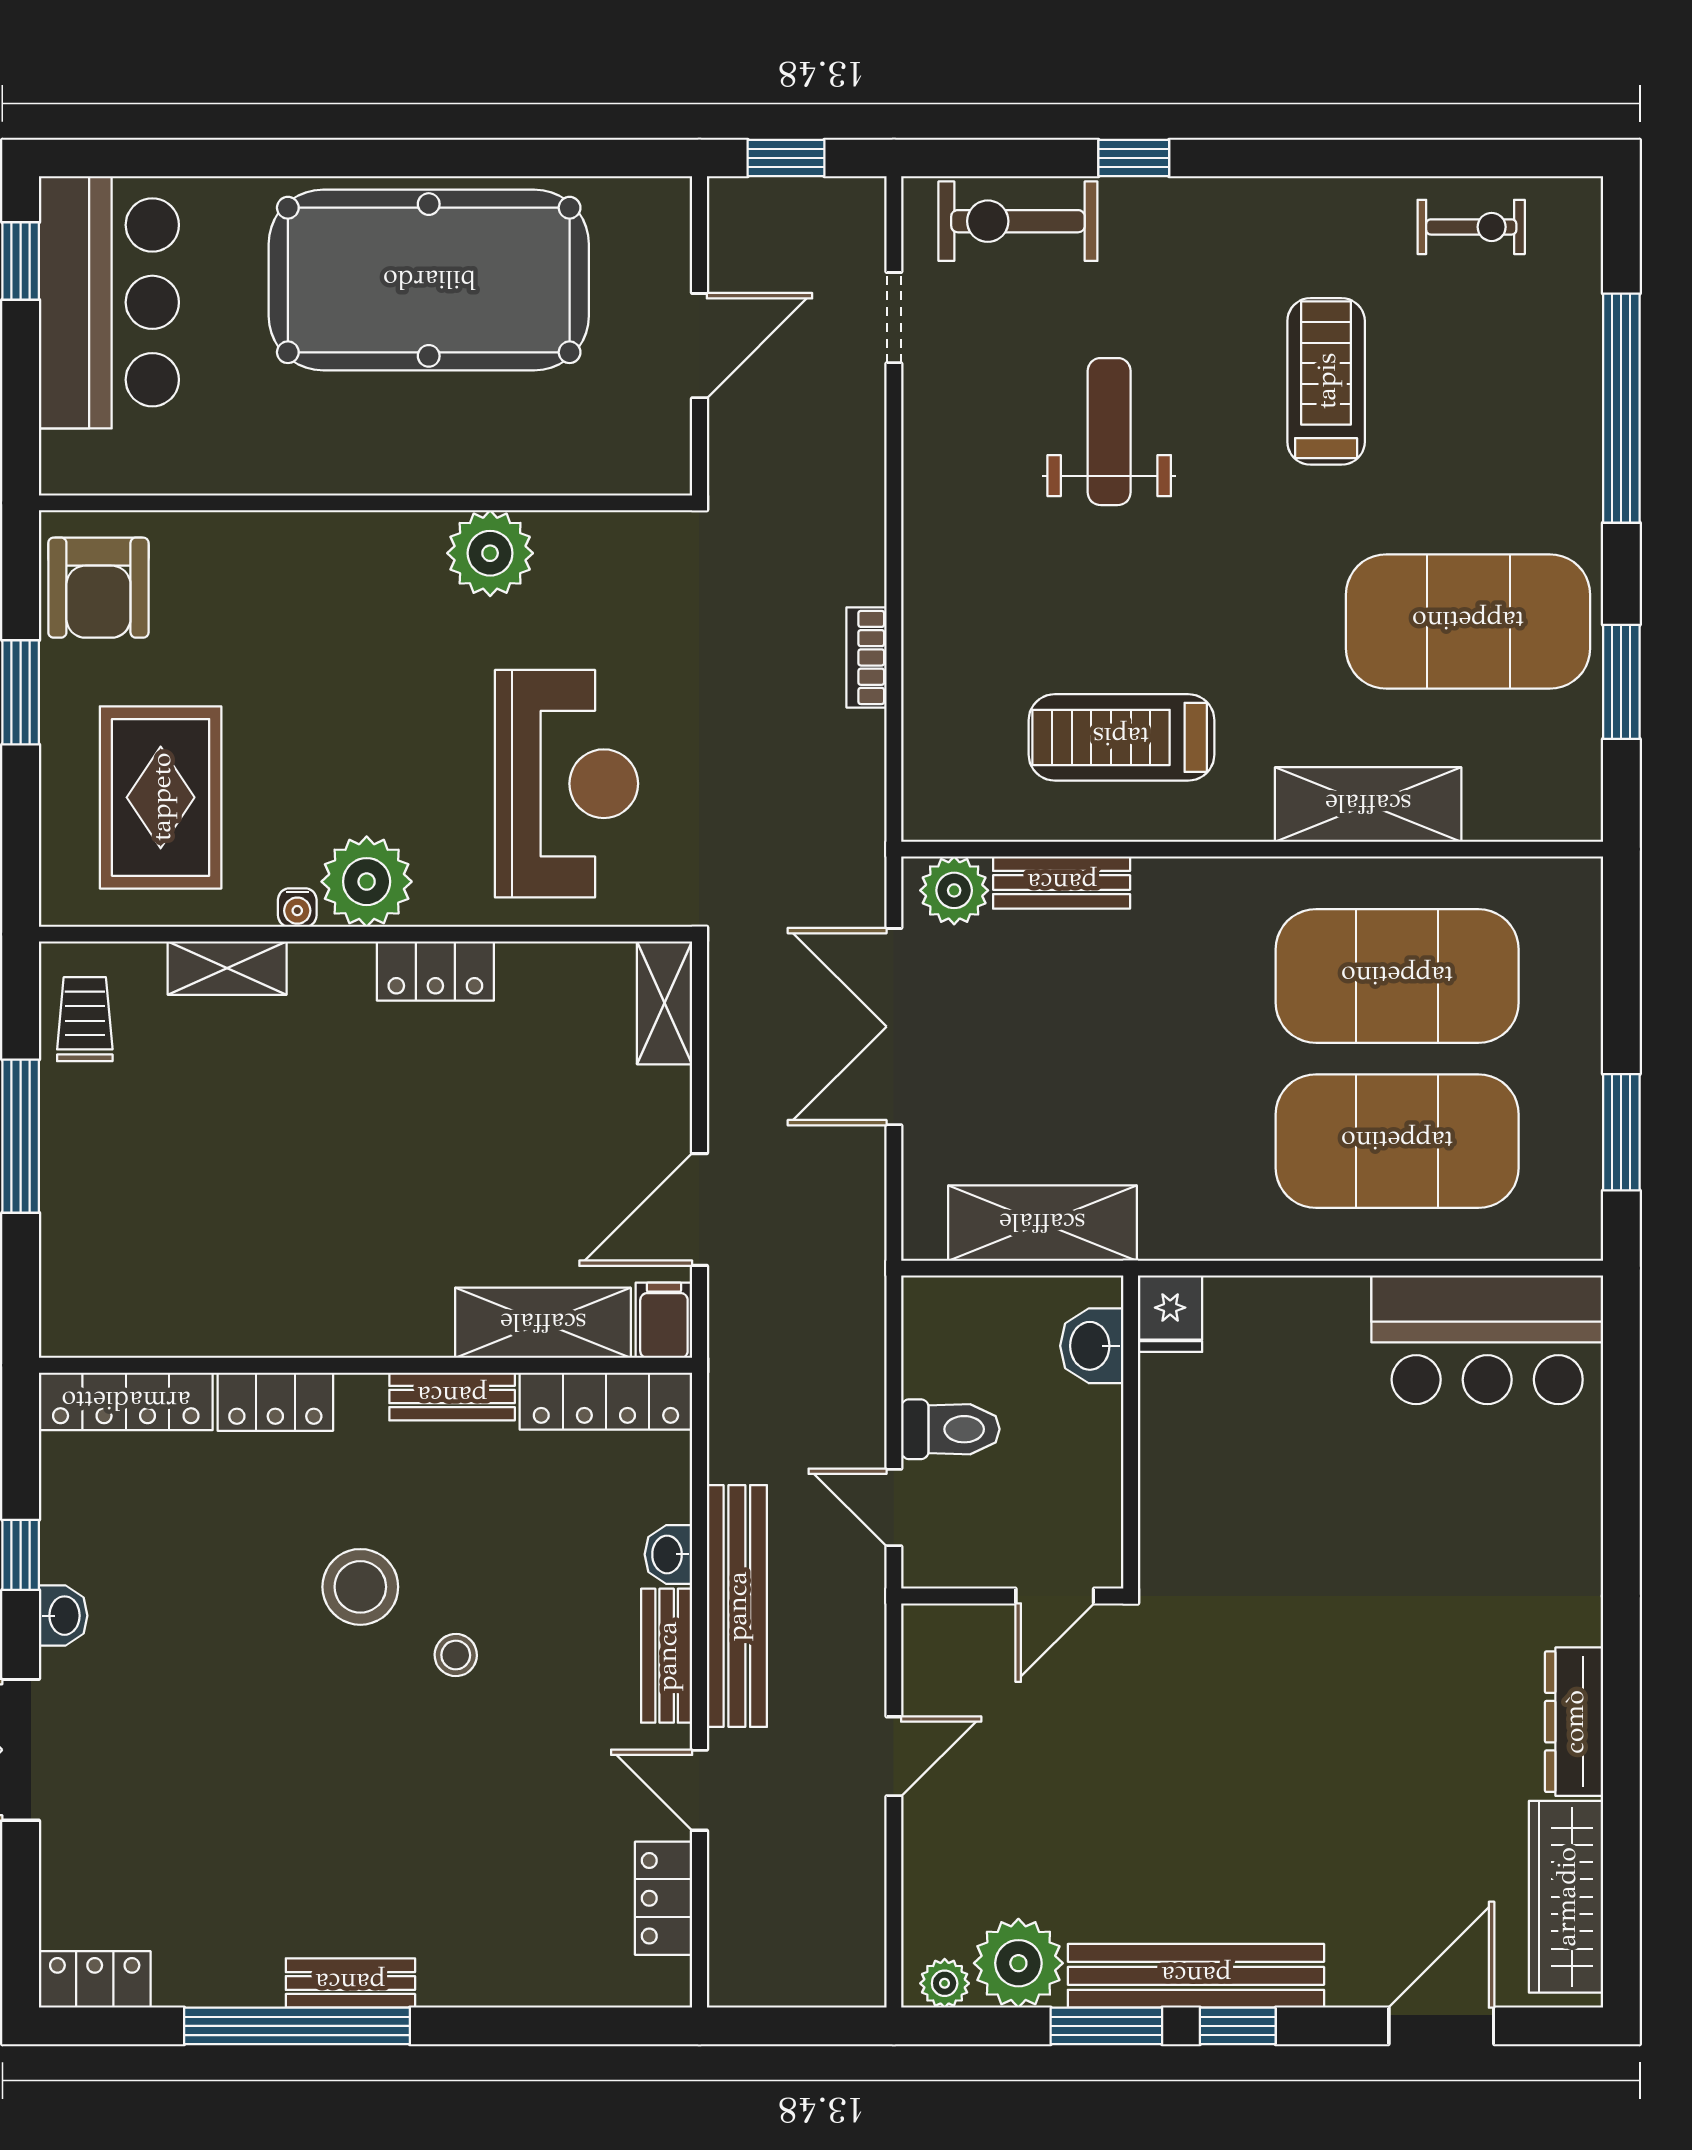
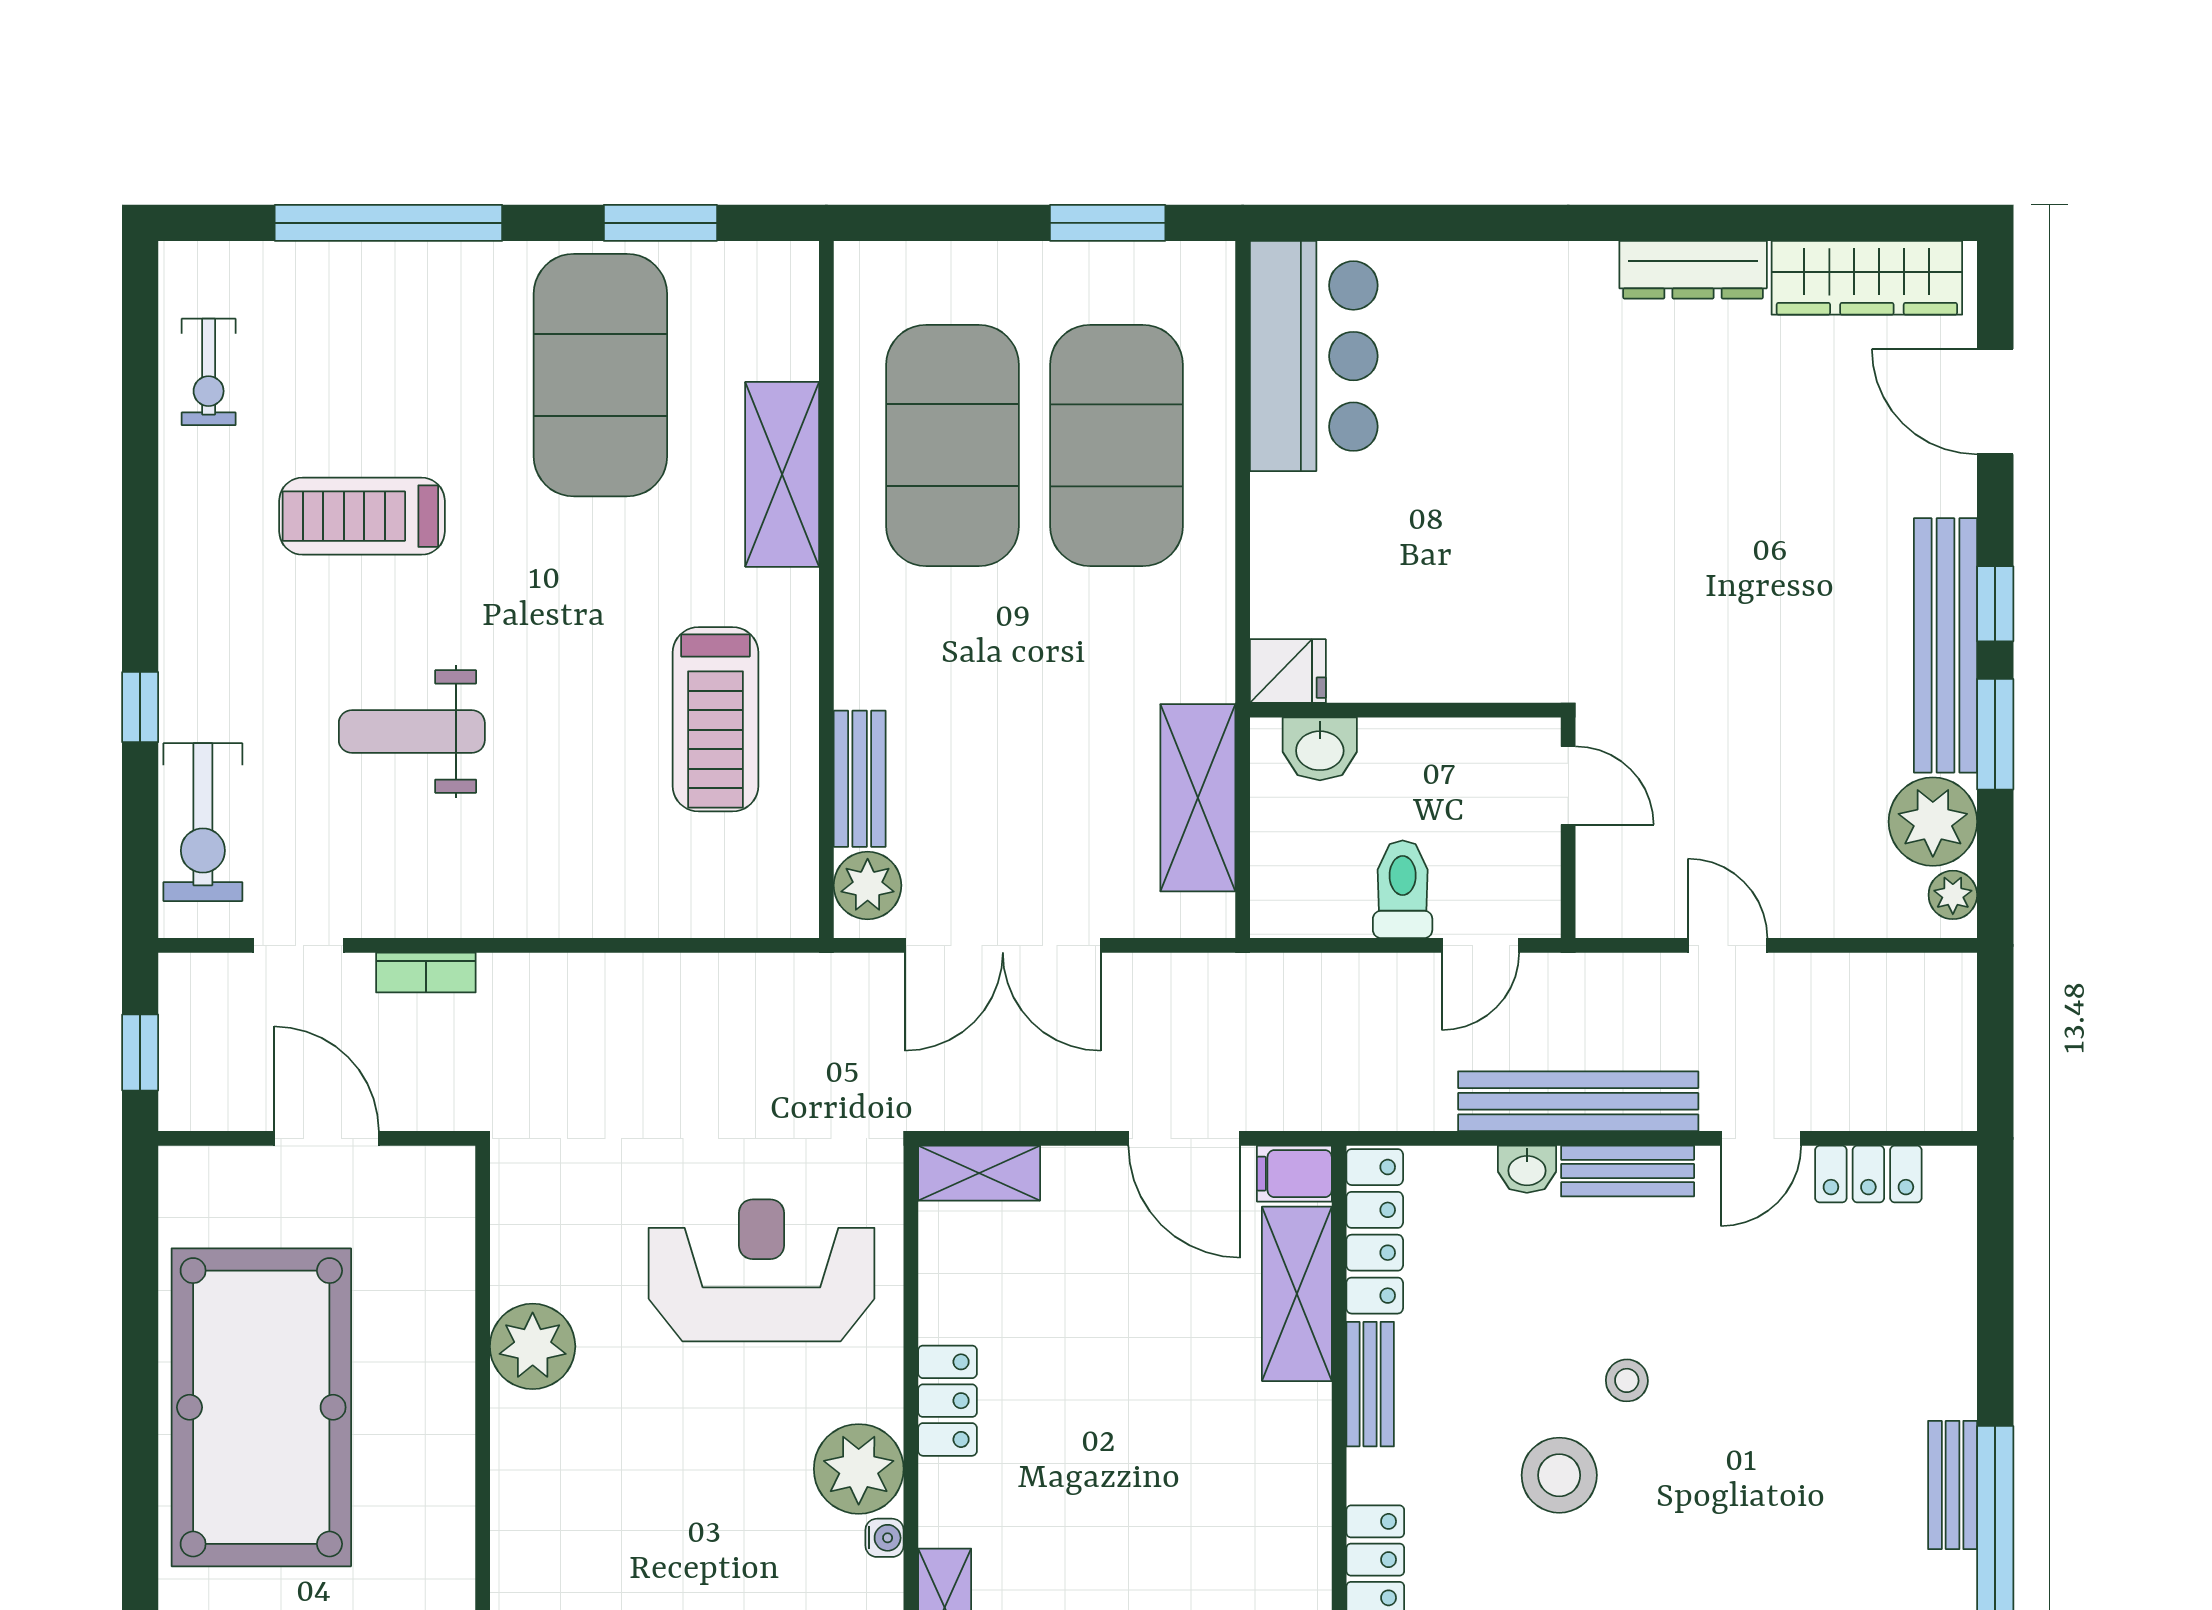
exercise bike: (1471, 227) -> (209, 372), turned 180
bookcase: (866, 657) -> (426, 973), moved

